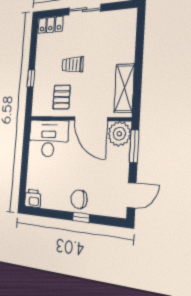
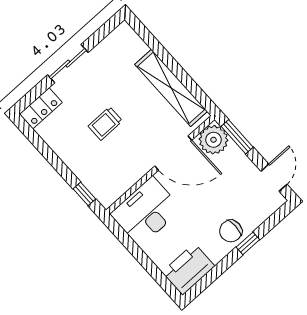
window: (31, 78) -> (84, 194), moved
shelving: (124, 88) -> (171, 88), width x1.47
pallet: (62, 97) -> (123, 163), removed
printer: (33, 198) -> (188, 269), width x1.87, depth x1.48

